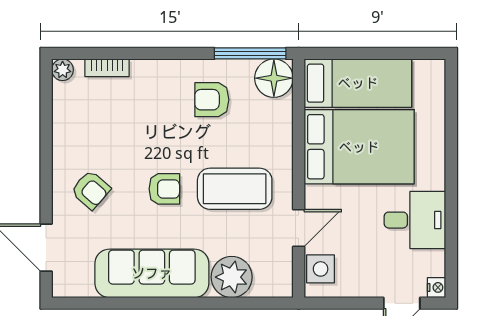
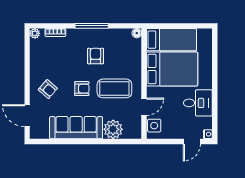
window: (250, 53) -> (92, 26), moved
floor lamp: (274, 78) -> (137, 33), width x0.53, depth x0.53
armchair: (212, 100) -> (95, 56), moved, turned 90

